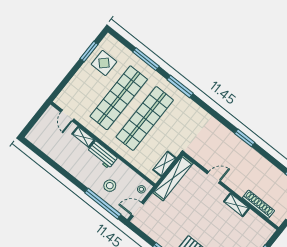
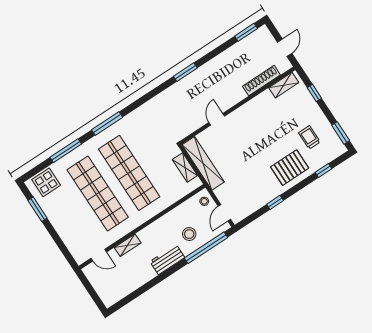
display table: (104, 63) -> (46, 182), moved
workbench: (102, 155) -> (167, 260), moved, turned 180
shelving: (237, 205) -> (284, 85), moved

